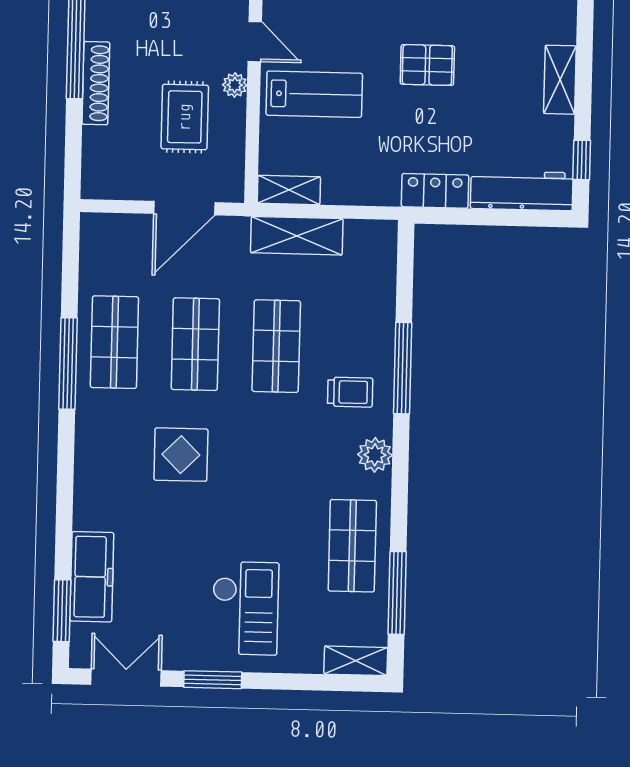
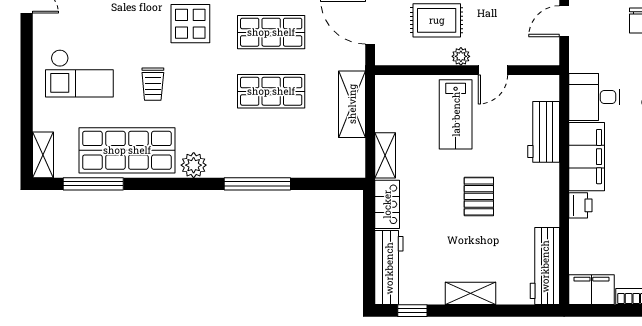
shelving: (289, 190) -> (385, 155), moved
trolley: (350, 392) -> (153, 84), moved
shop shelf: (352, 546) -> (127, 150), width x1.43, depth x1.36
window: (213, 680) -> (27, 51), removed

